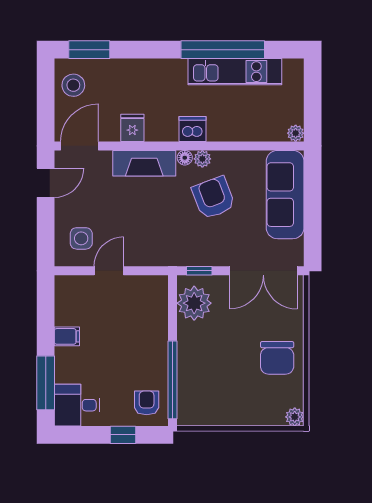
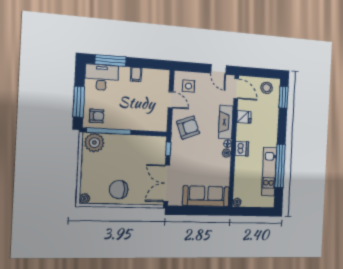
armchair: (213, 198) -> (188, 128), moved
plant: (194, 303) -> (94, 143), moved
desk: (77, 405) -> (102, 77), width x1.37
window: (123, 435) -> (79, 102), width x2.17

